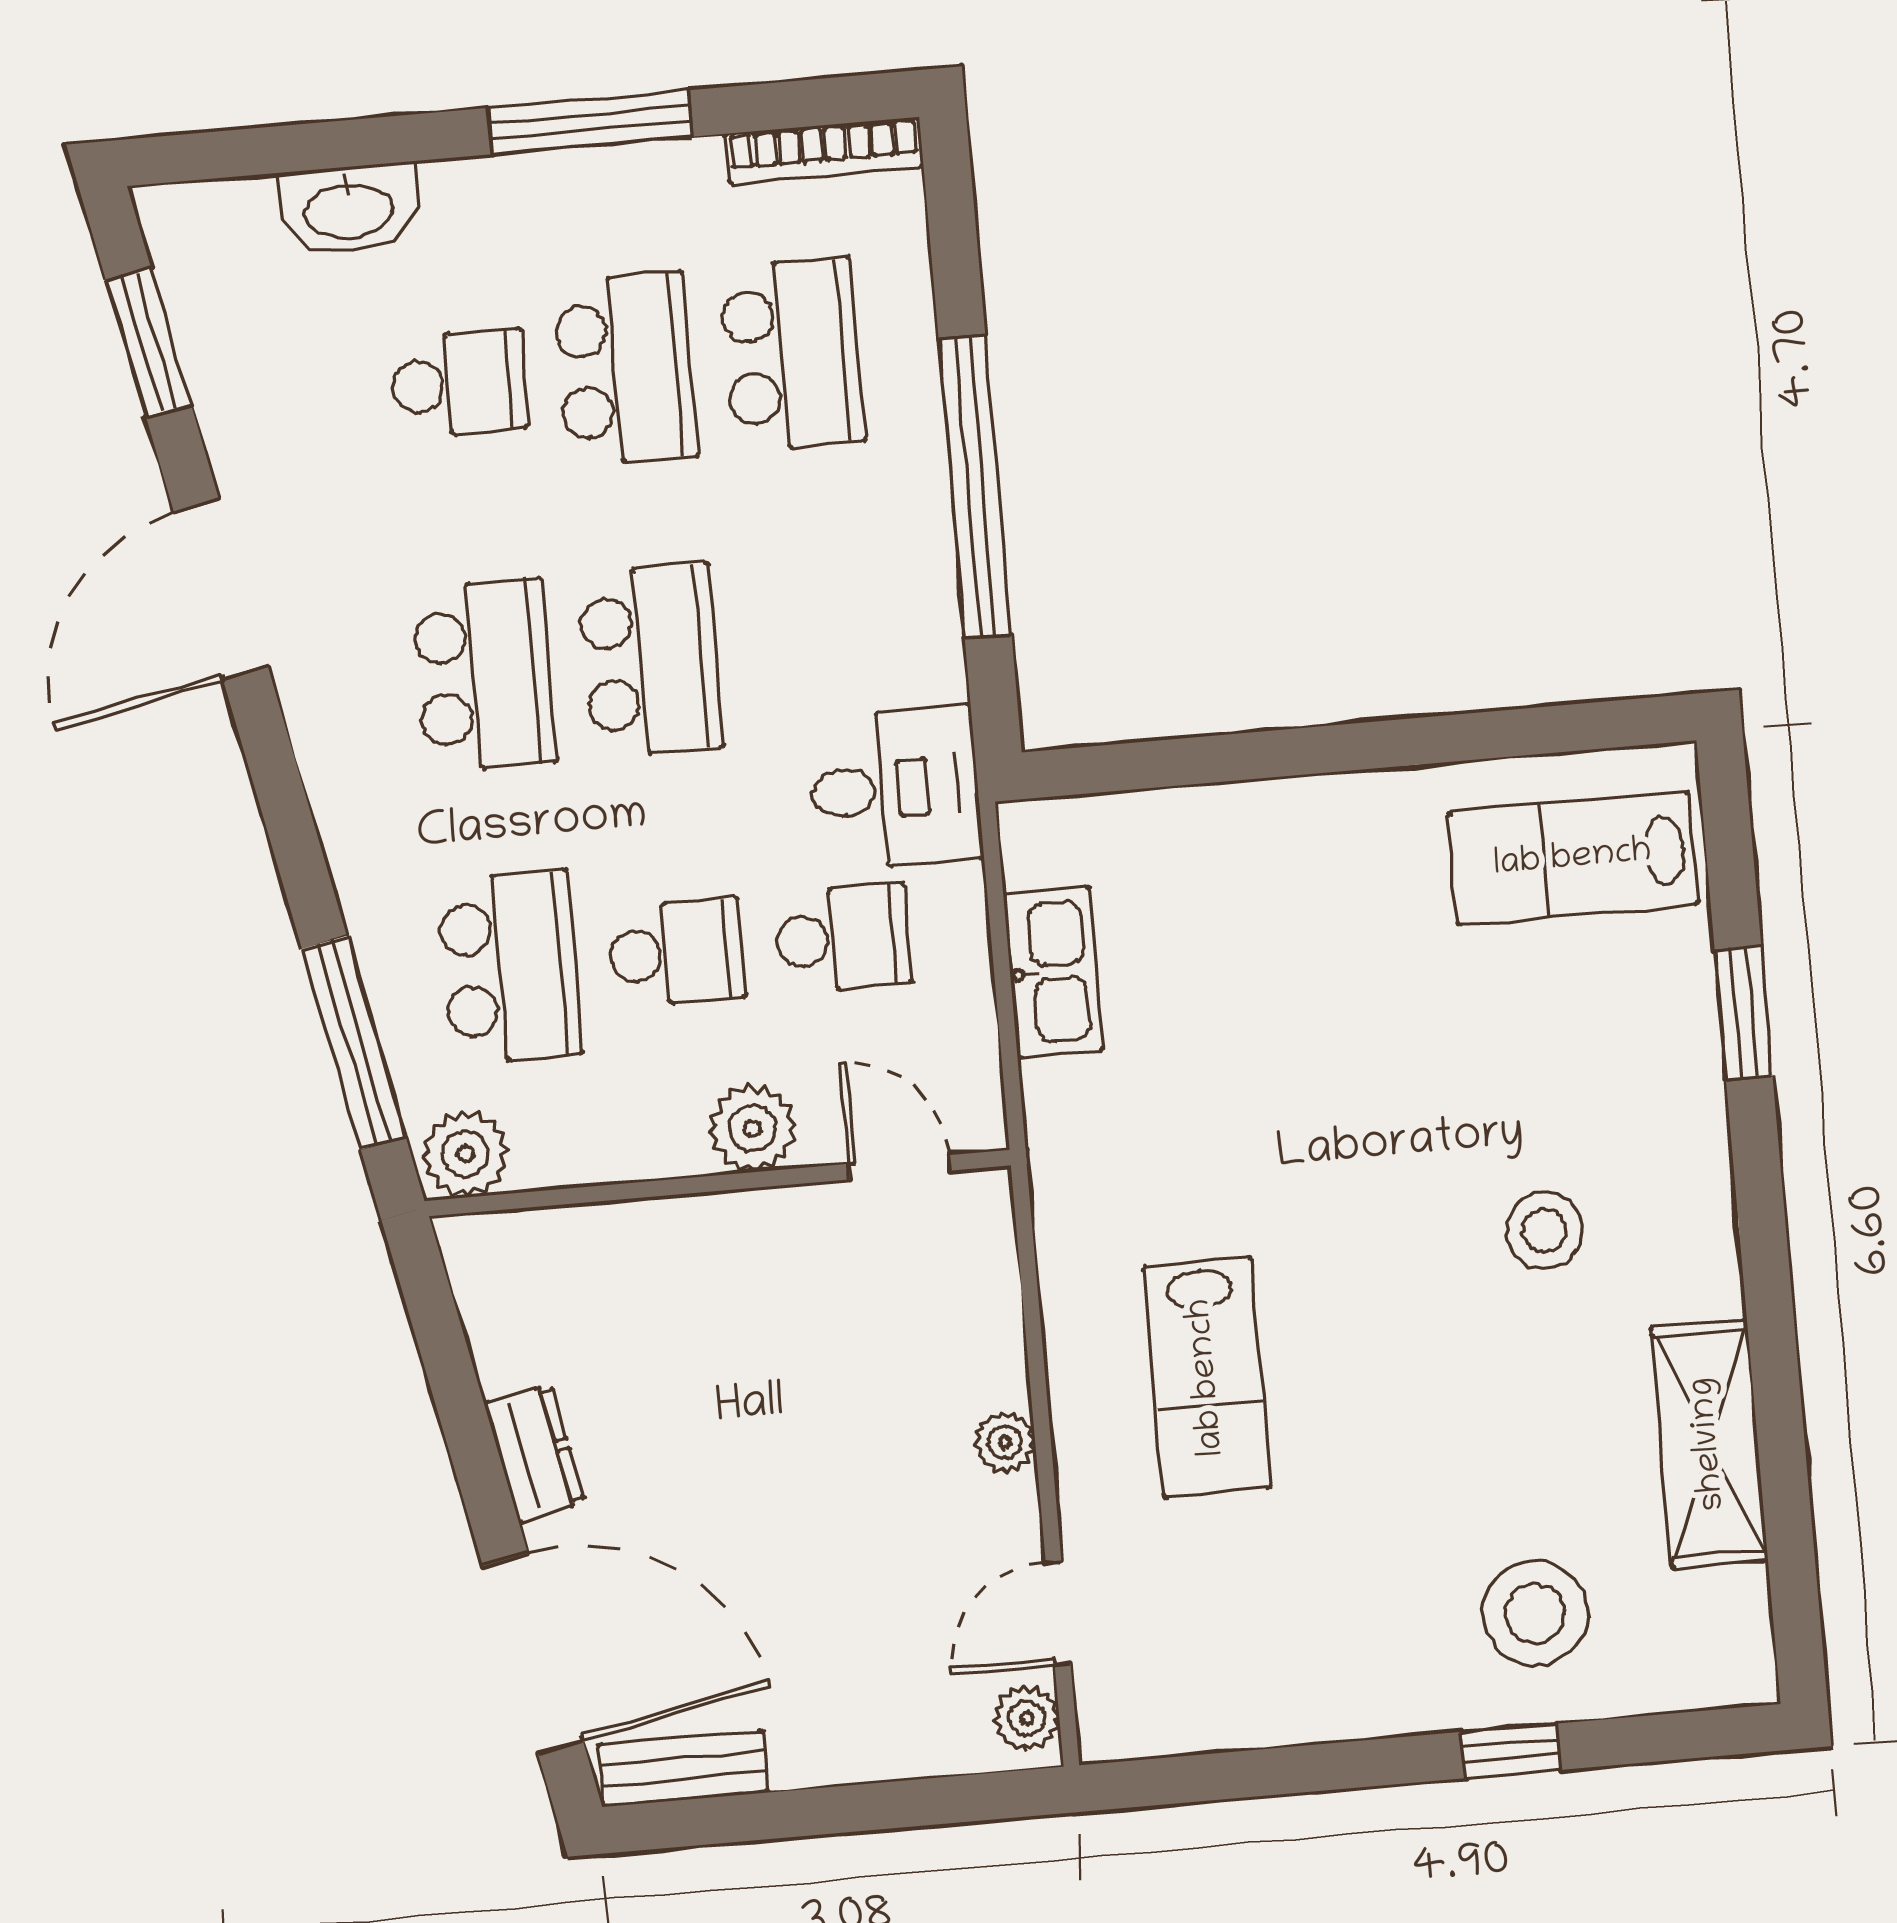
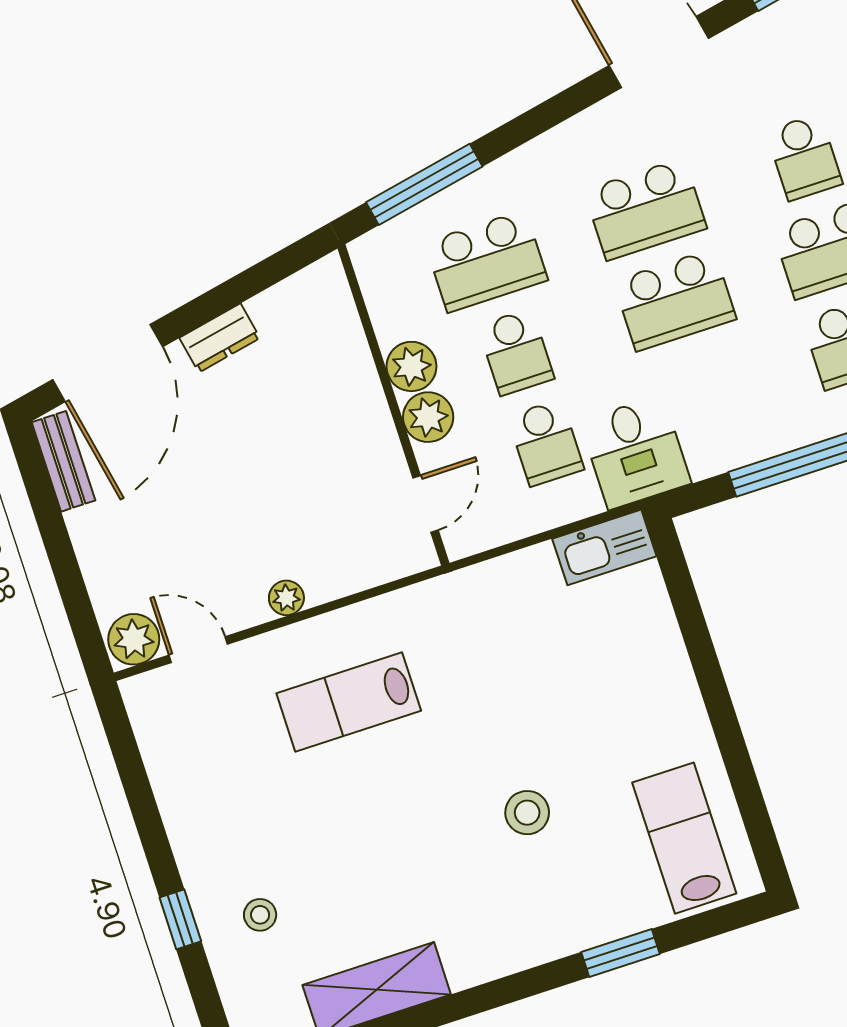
kitchen sink: (1053, 972) -> (604, 547), moved
plant: (465, 1154) -> (411, 366), moved
stool: (1545, 1231) -> (527, 813), moved
stool: (1535, 1613) -> (260, 915), width x0.53, depth x0.53
plant: (1027, 1718) -> (134, 639), width x1.38, depth x1.38

